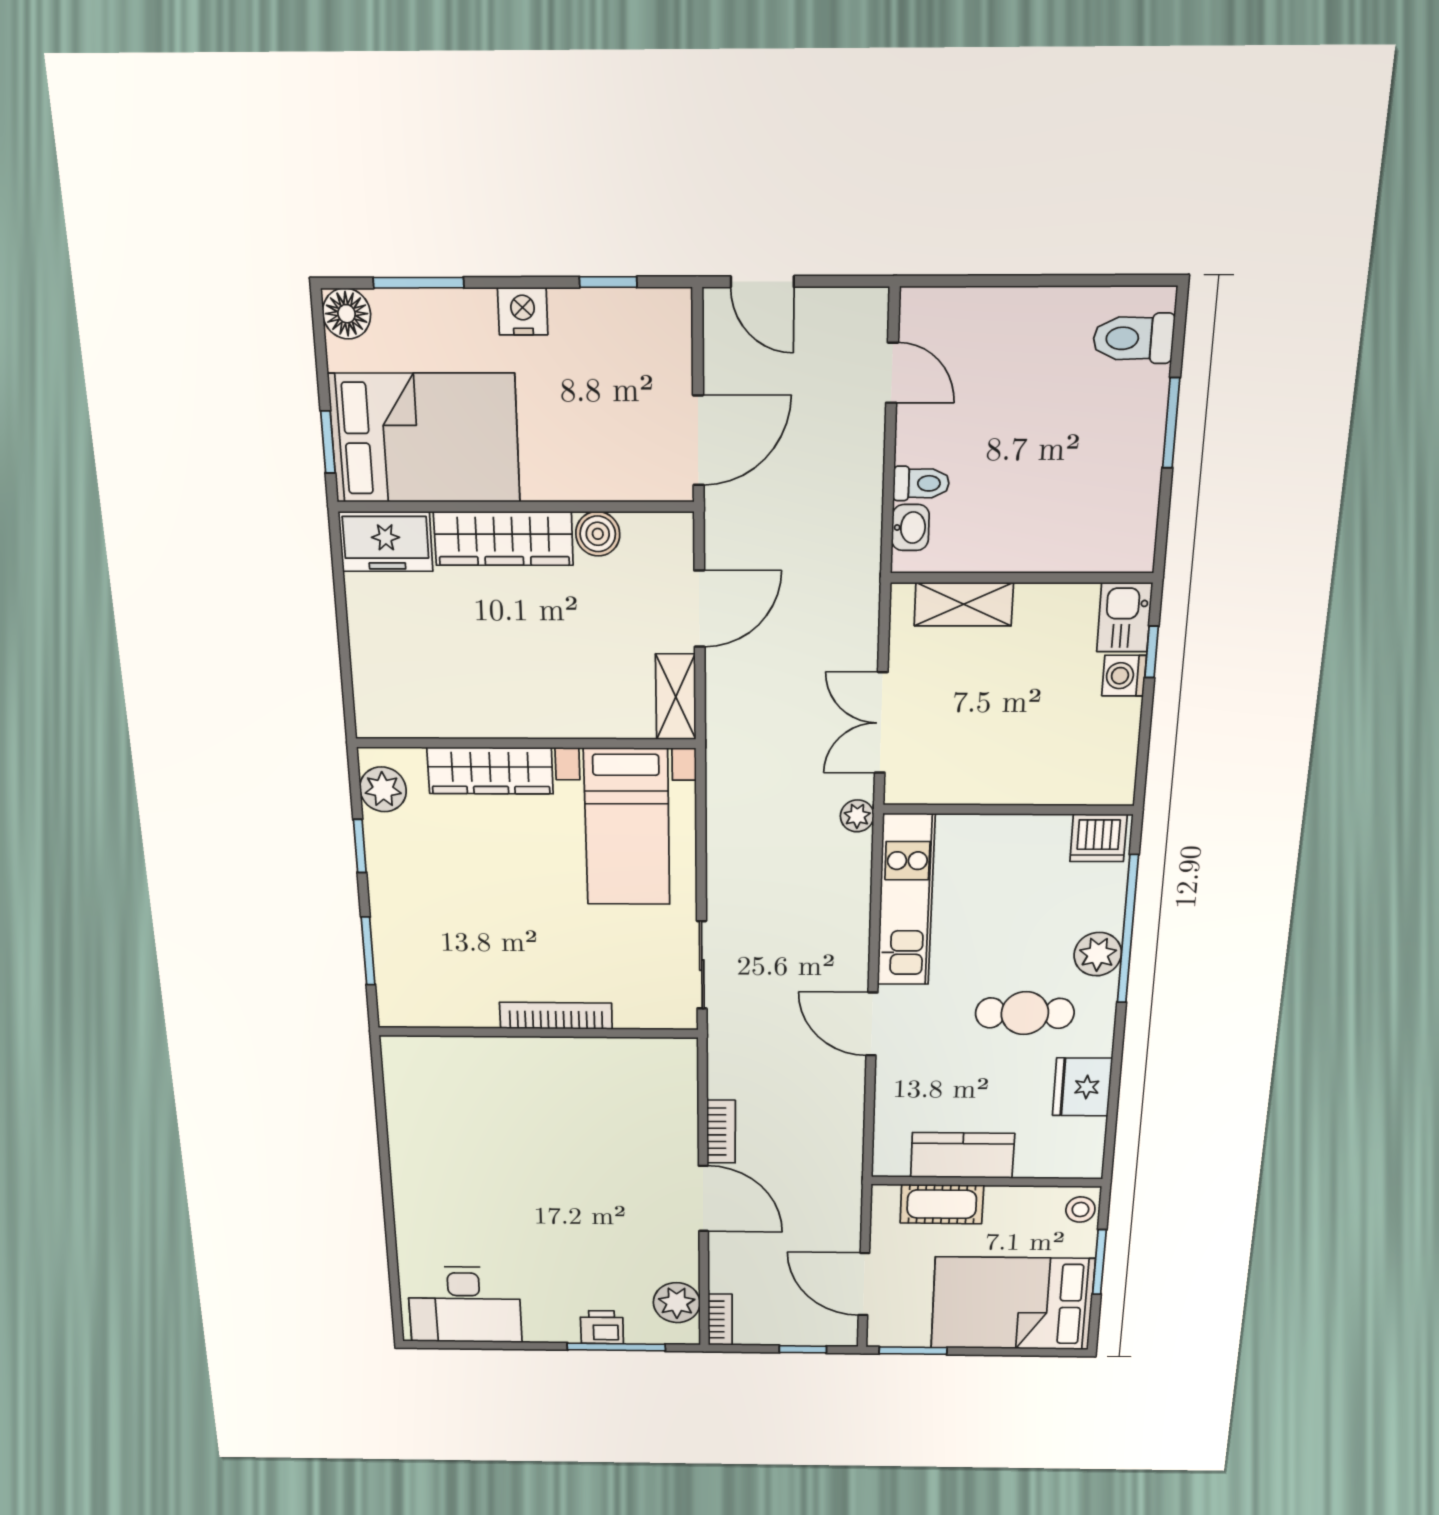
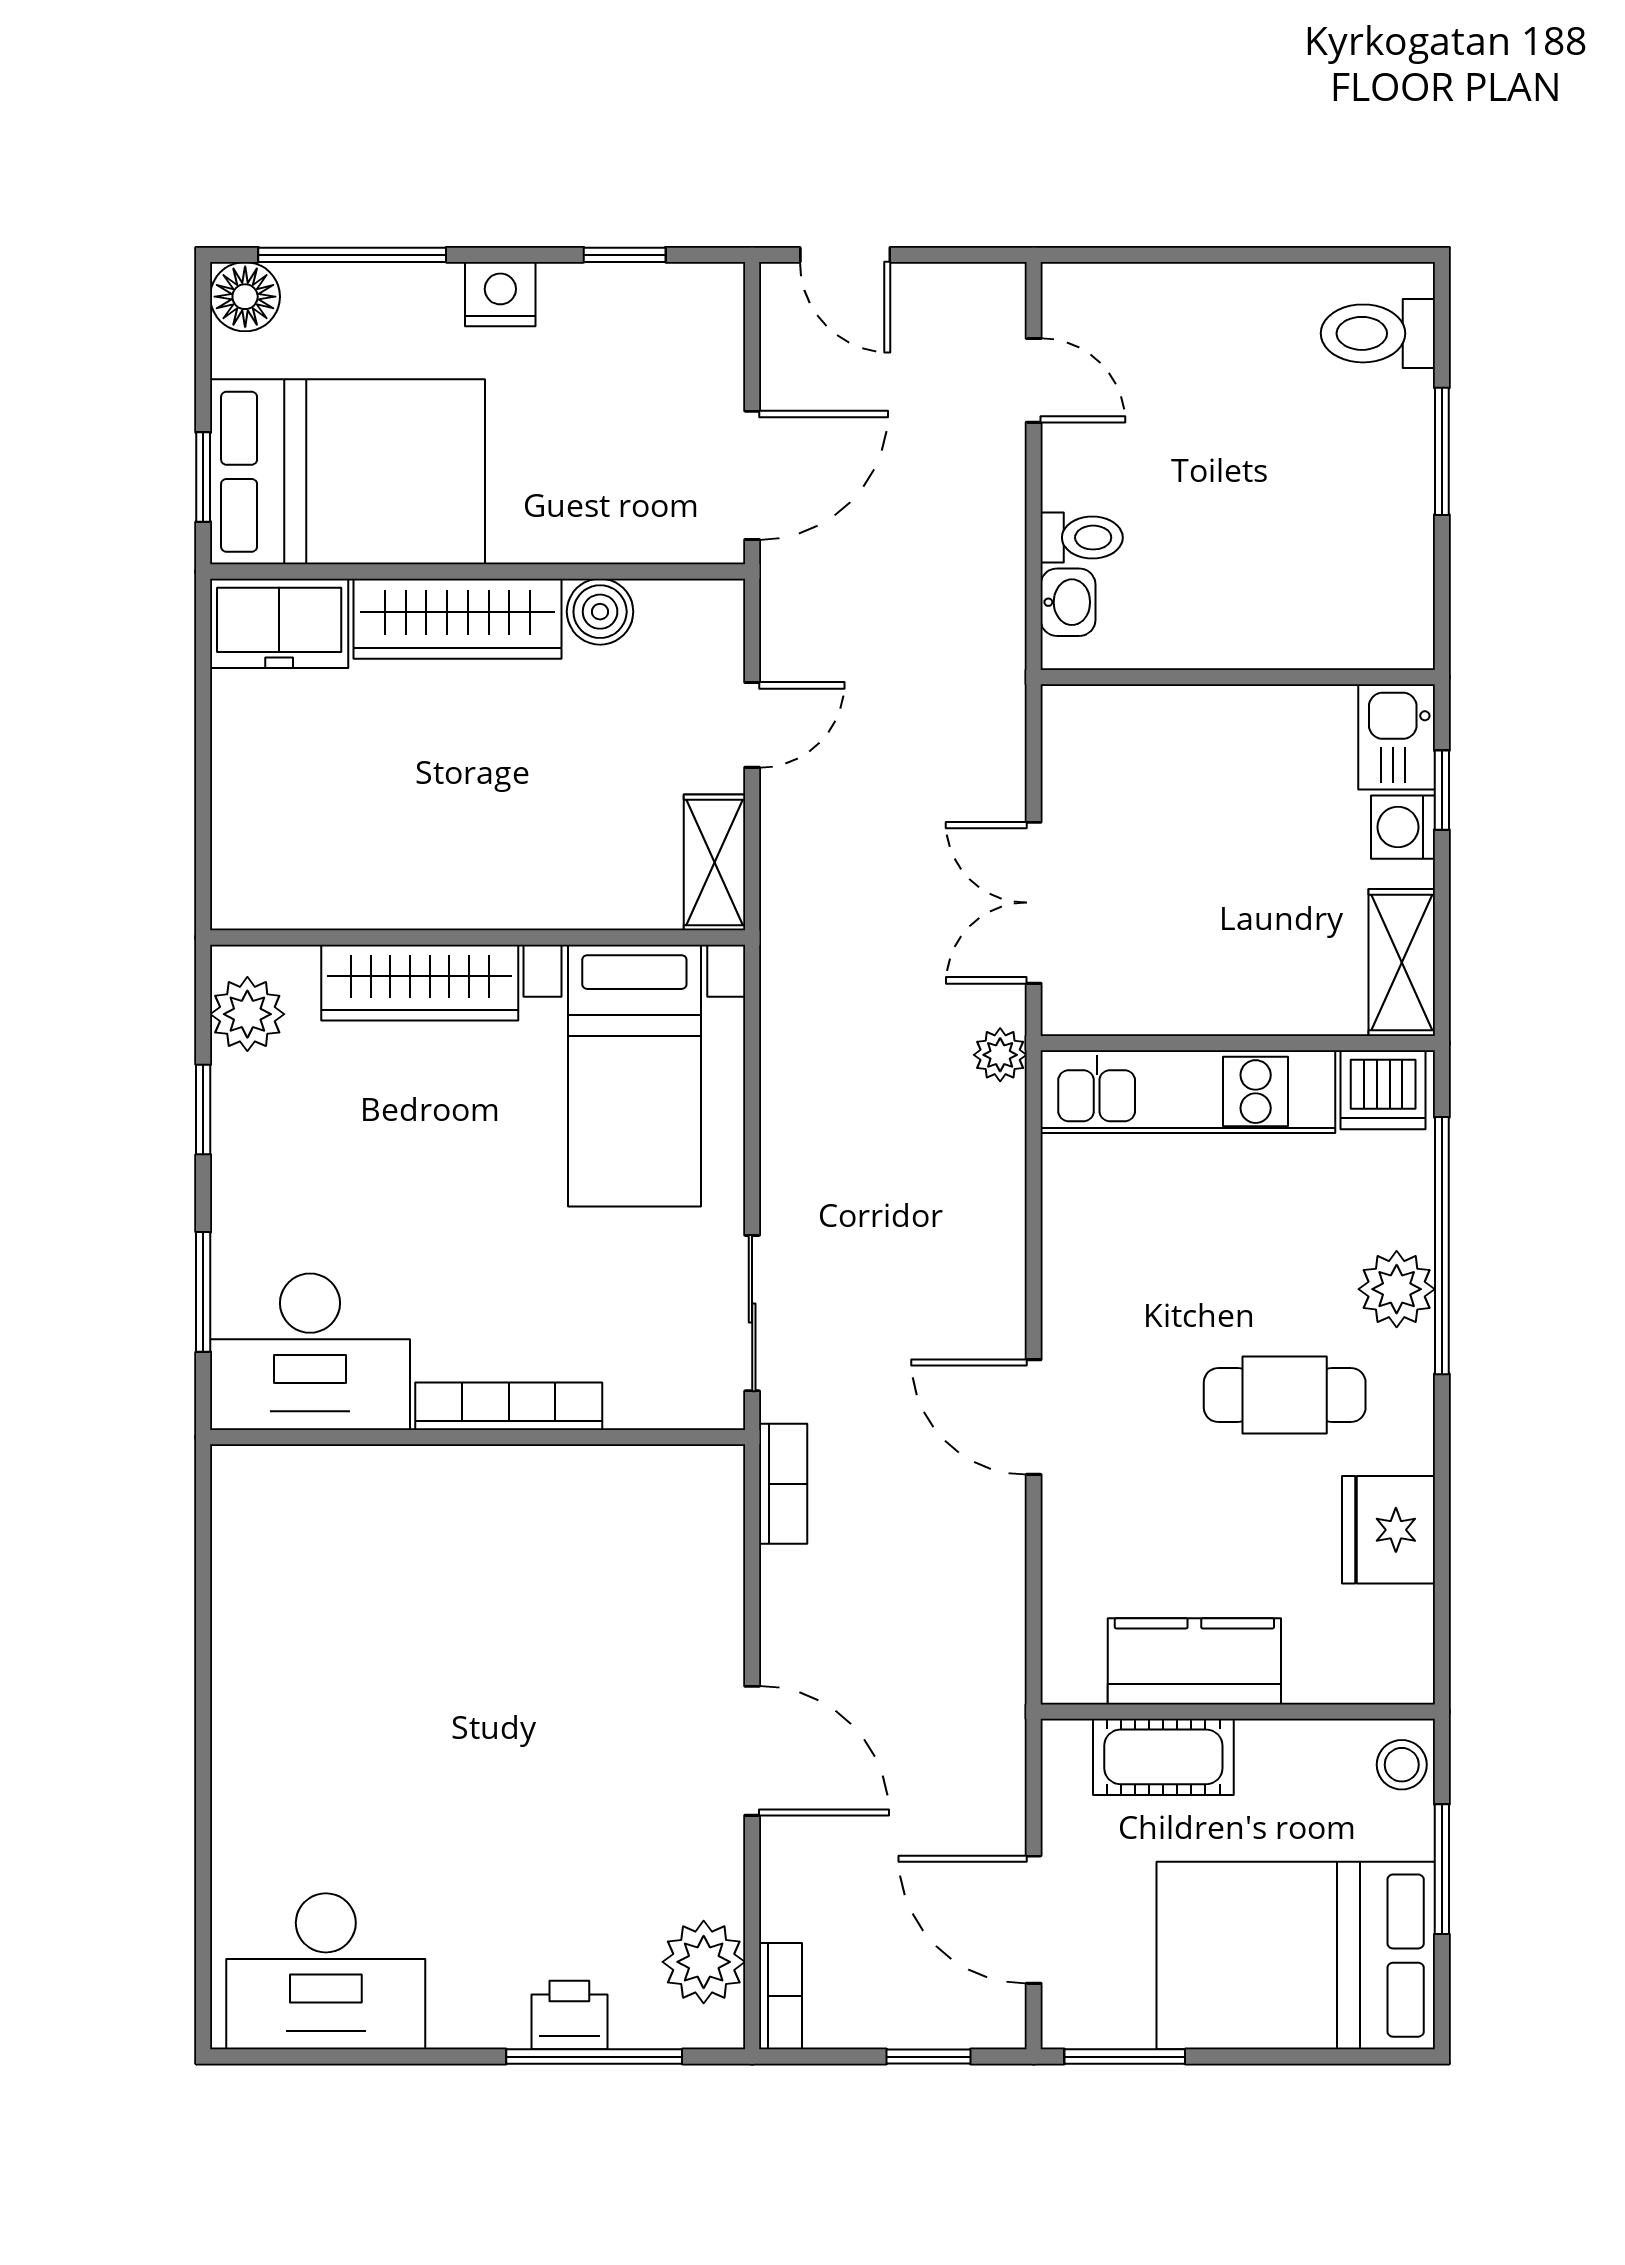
window: (419, 283) -> (352, 255), width x1.44
shelving: (964, 604) -> (1402, 962), moved, turned 90
door: (699, 609) -> (752, 725), width x0.73
kitchen unit: (906, 900) -> (1188, 1092), moved, turned 90
desk: (435, 985) -> (310, 1352), added
bookcase: (721, 1132) -> (783, 1484), moved

